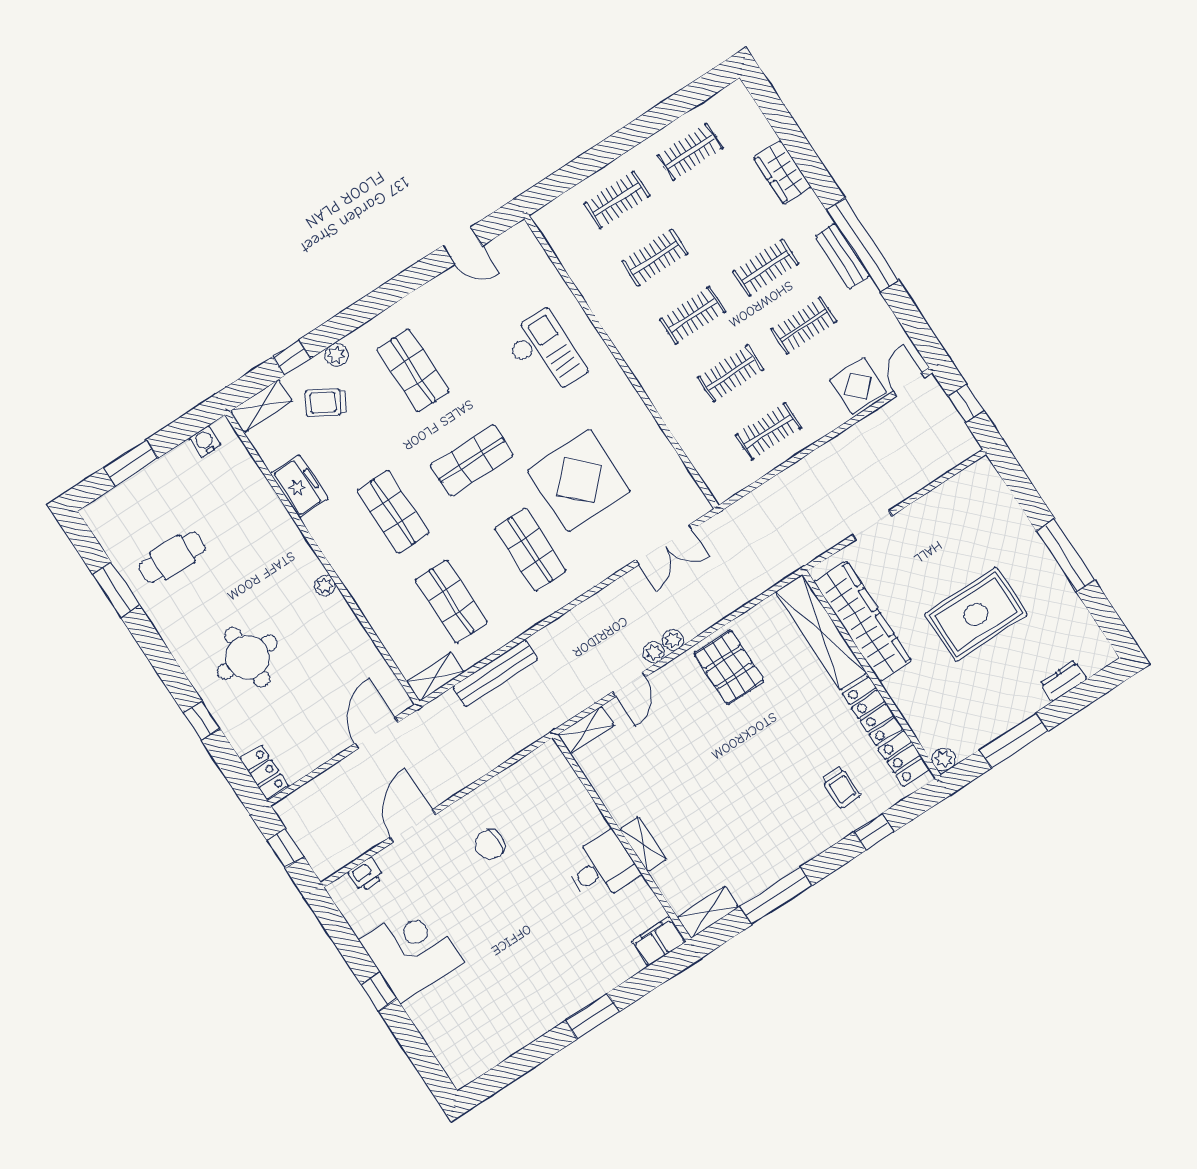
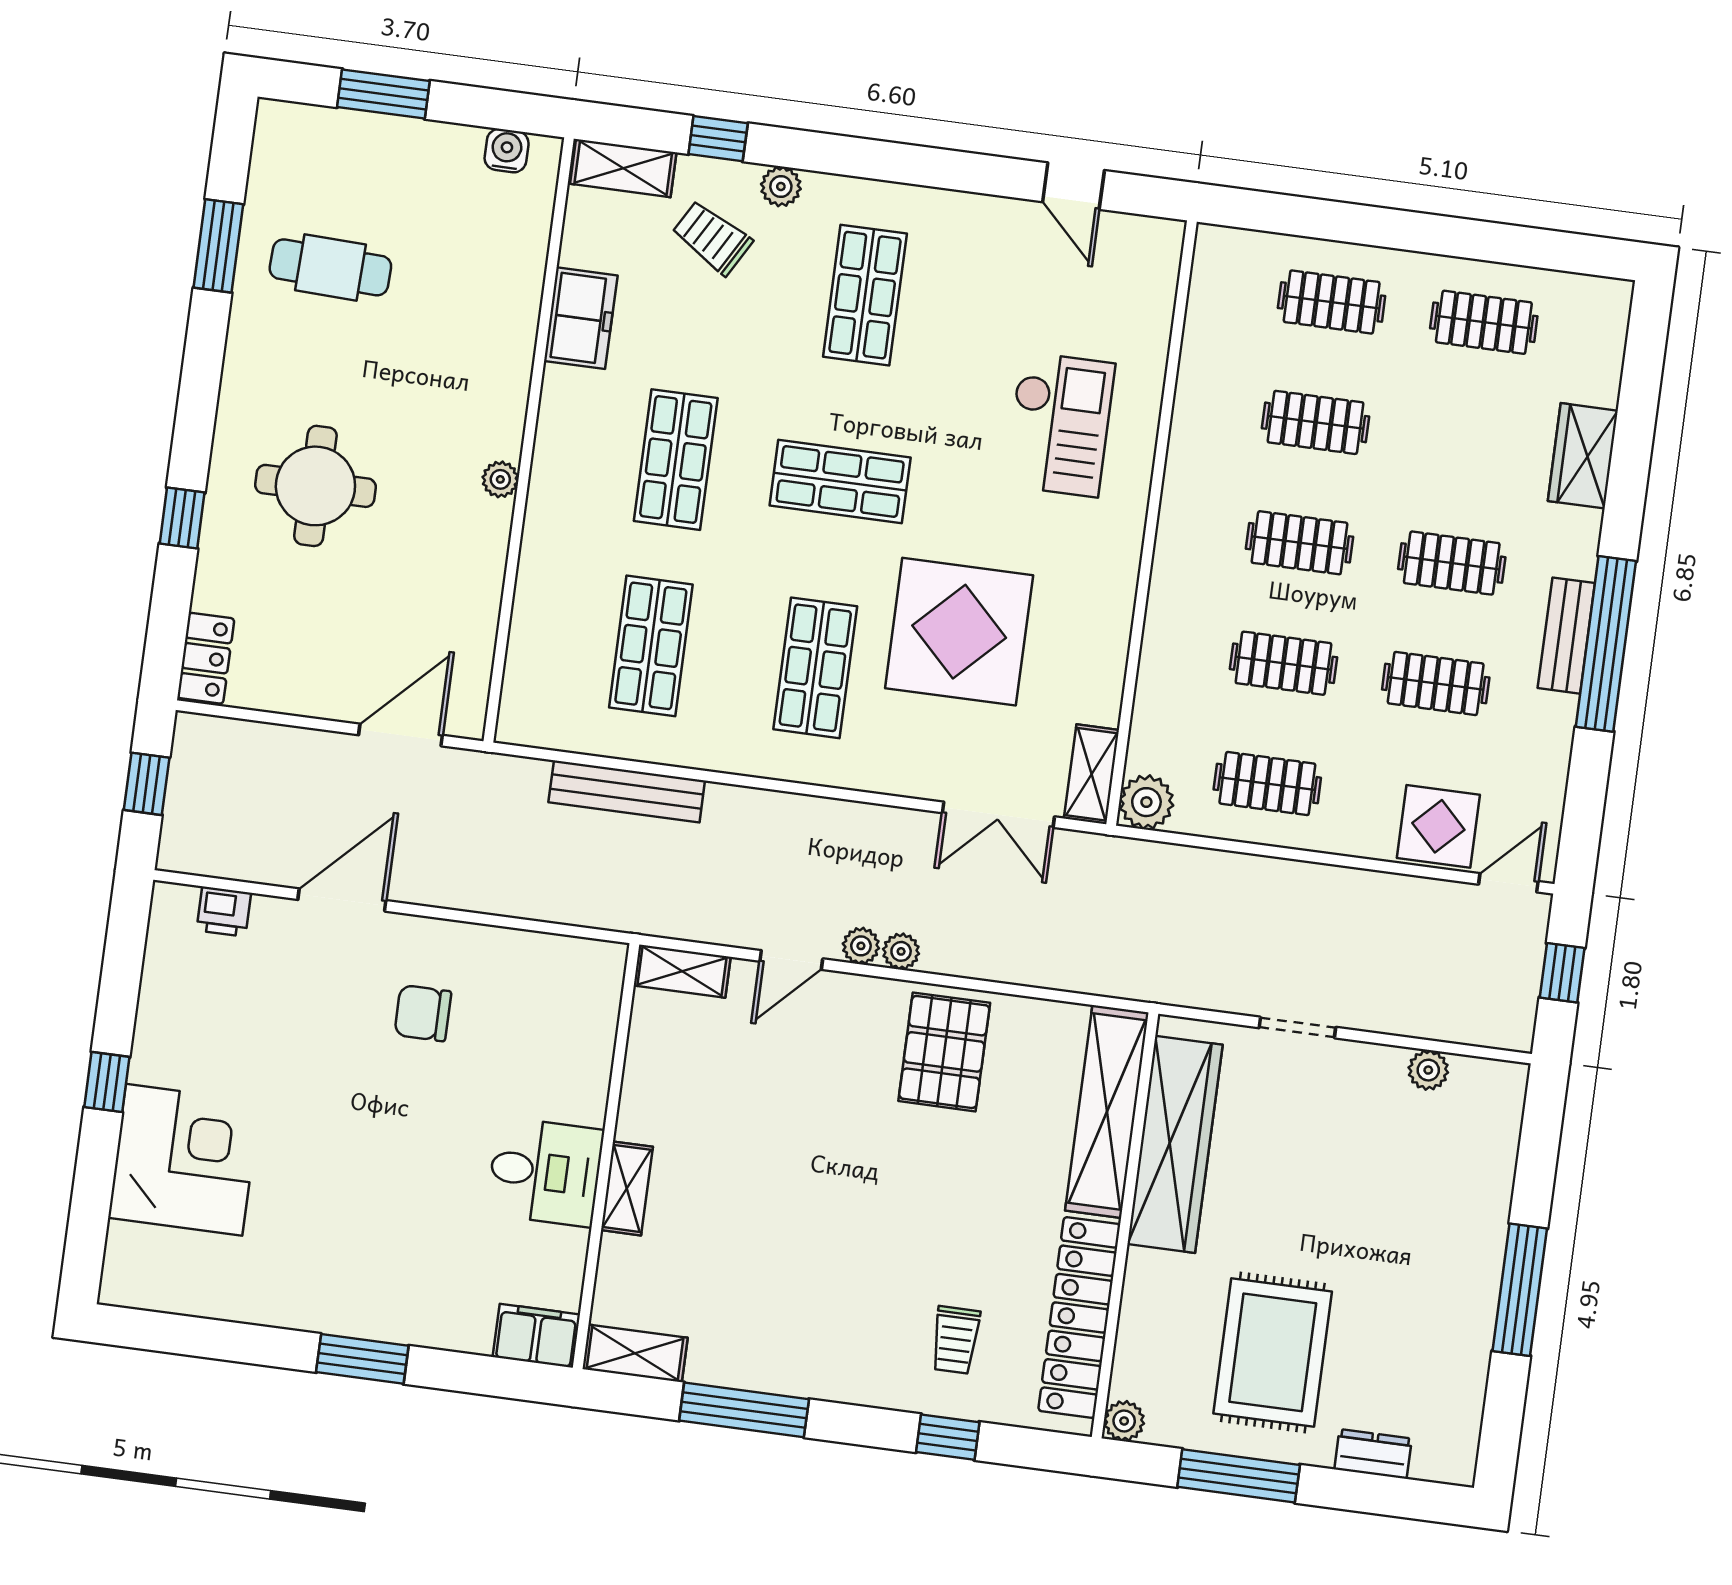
plant: (723, 484) -> (1146, 802), added
plant: (944, 495) -> (1428, 1070), added
rug: (976, 614) -> (1273, 1352), moved, turned 90
shelving: (435, 677) -> (1092, 774), moved, turned 90
corner desk: (412, 951) -> (184, 1160), moved

